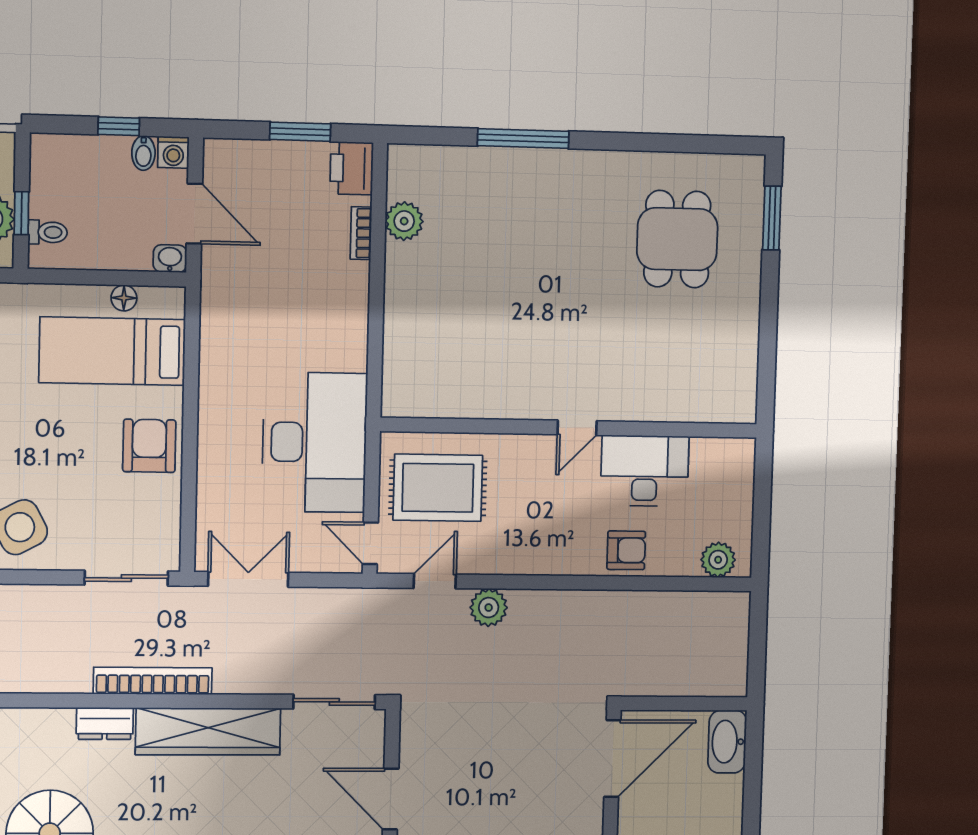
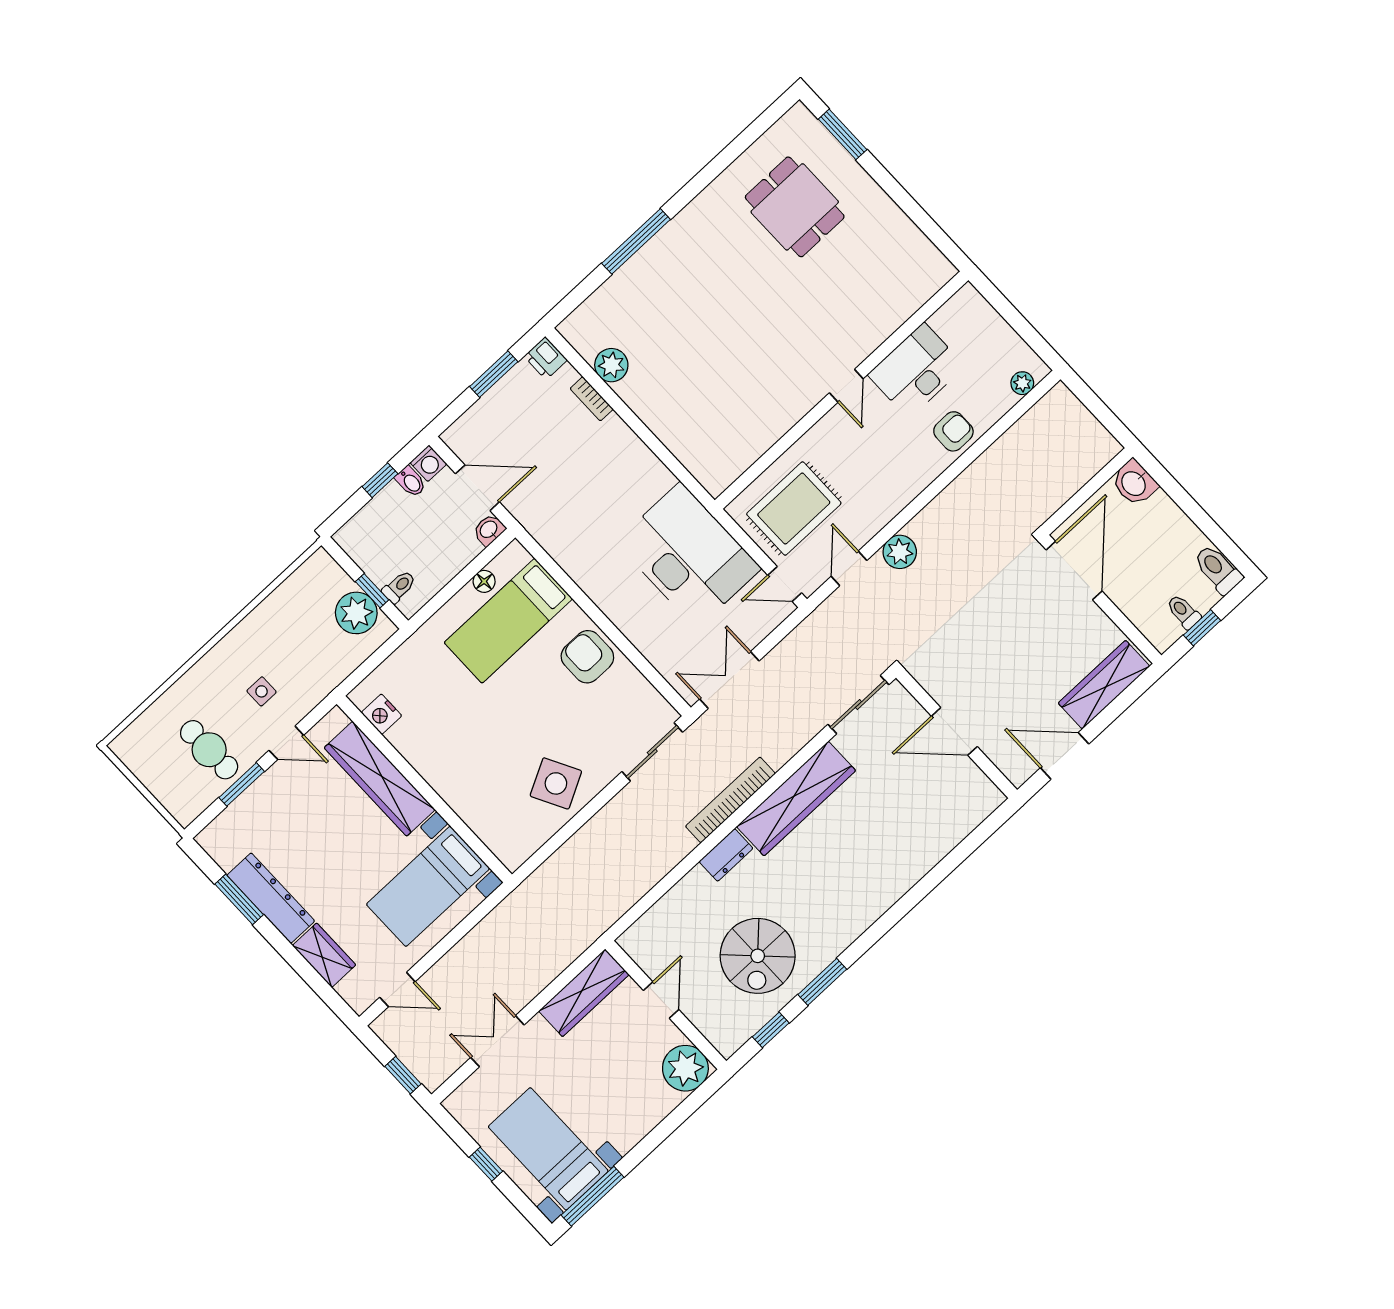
printer: (352, 168) -> (546, 358), width x0.73, depth x0.81
plant: (718, 560) -> (1022, 383), width x0.73, depth x0.73
washbasin: (727, 742) -> (1134, 483), width x0.72

